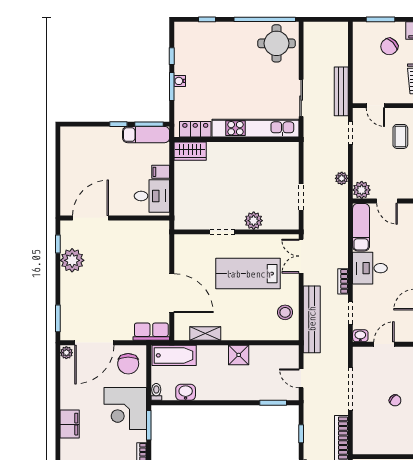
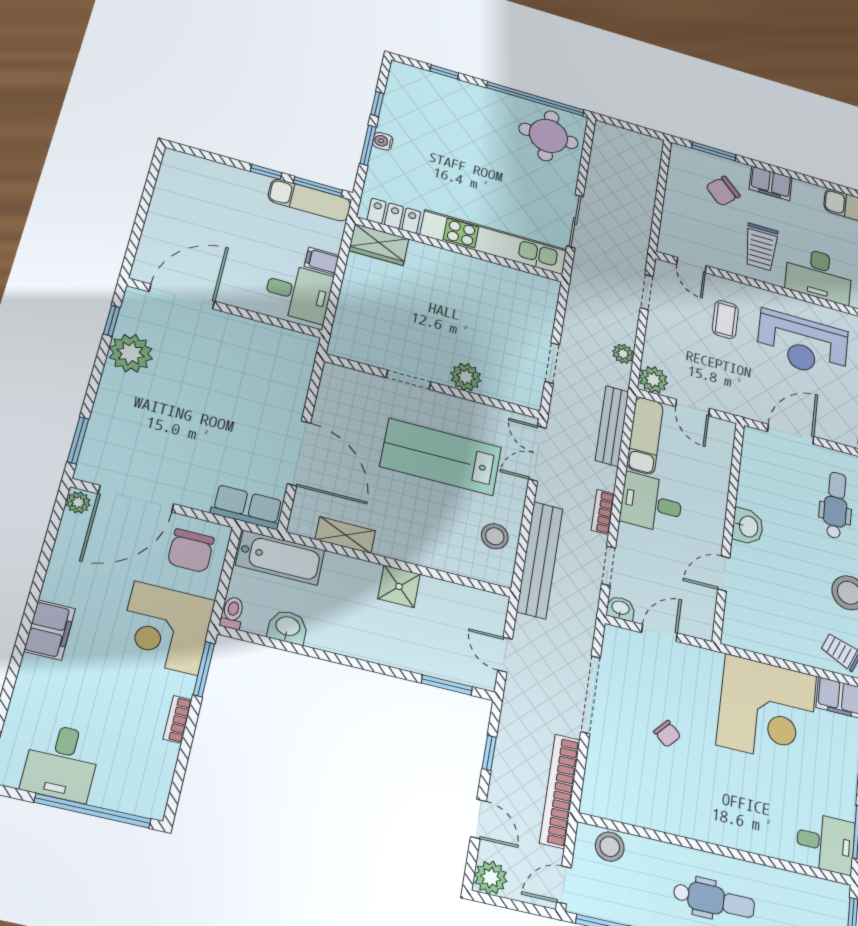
bench: (341, 91) -> (612, 426), moved

